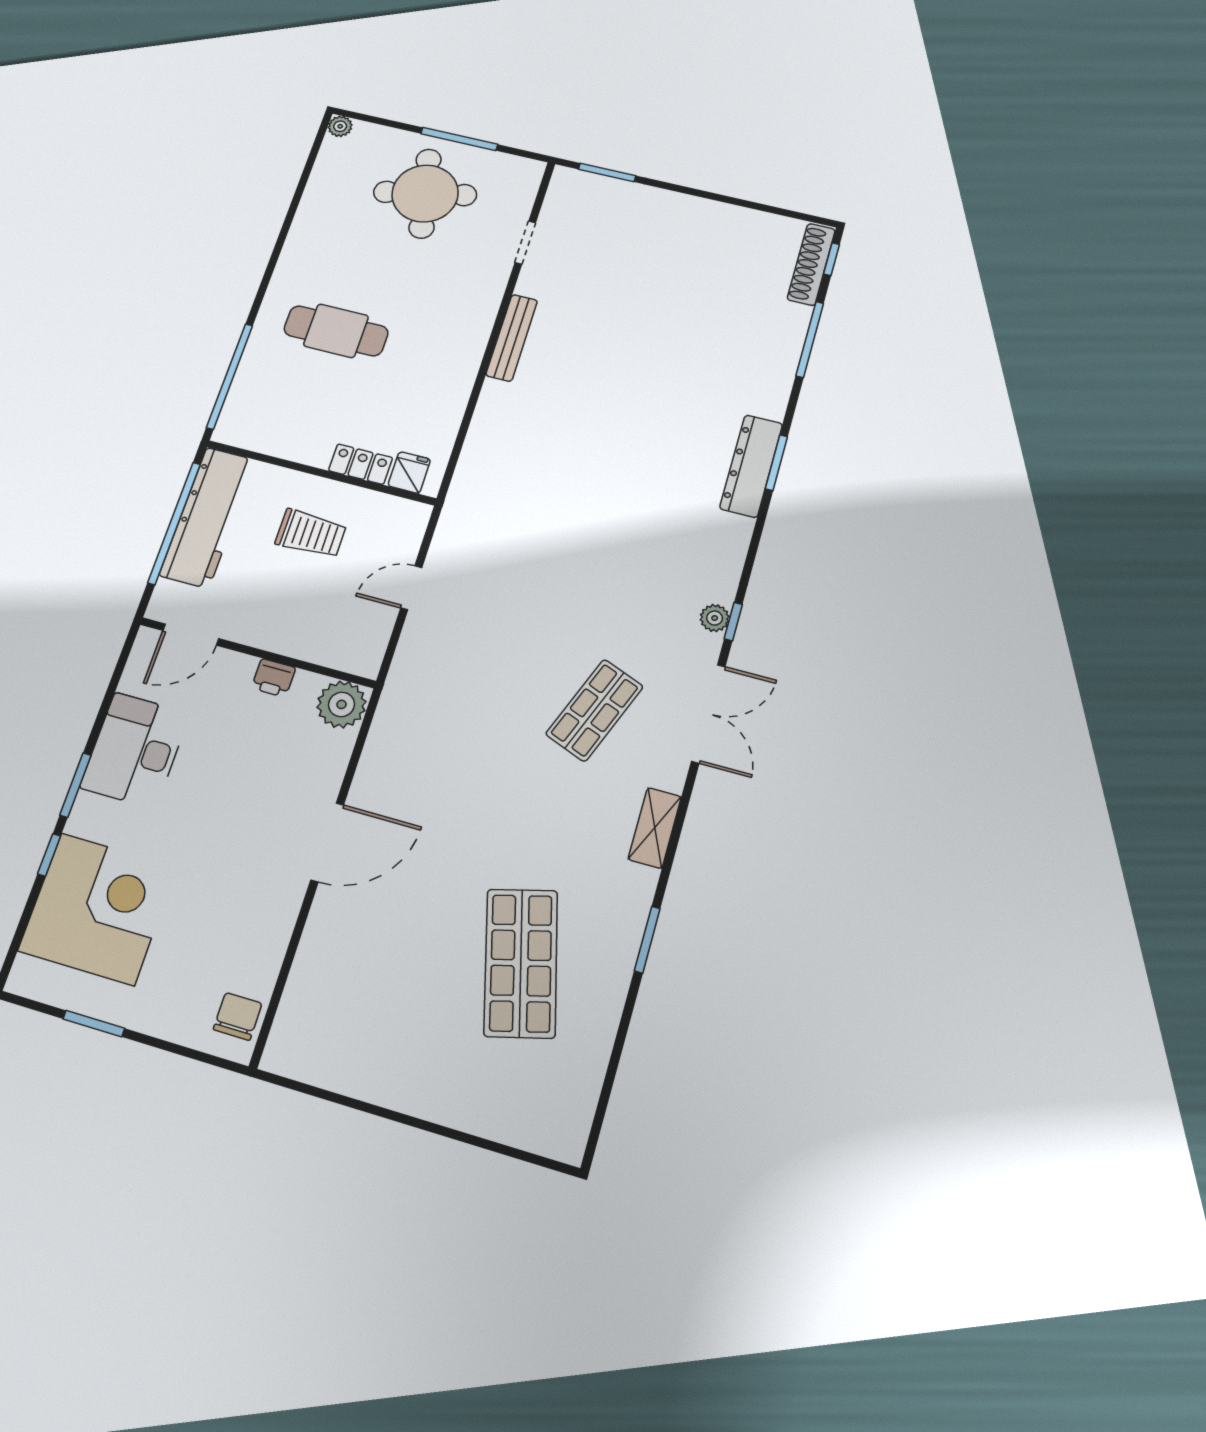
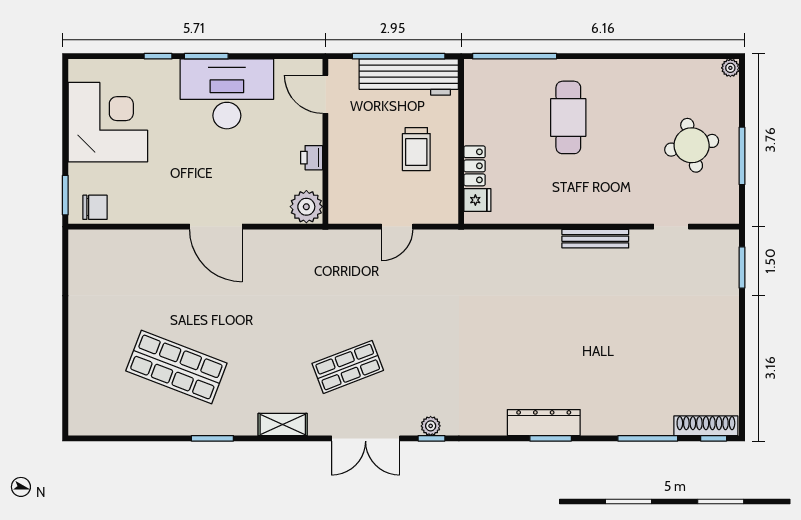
round table: (425, 193) -> (692, 145), width x0.73, depth x0.73
door: (411, 588) -> (397, 227), swing flipped
shop shelf: (594, 710) -> (348, 367), turned -42
desk: (135, 750) -> (227, 94), width x1.36, depth x1.30
corner desk: (97, 909) -> (108, 122), moved, turned -90
shop shelf: (521, 963) -> (176, 367), turned 36
window: (94, 1024) -> (65, 195), moved

